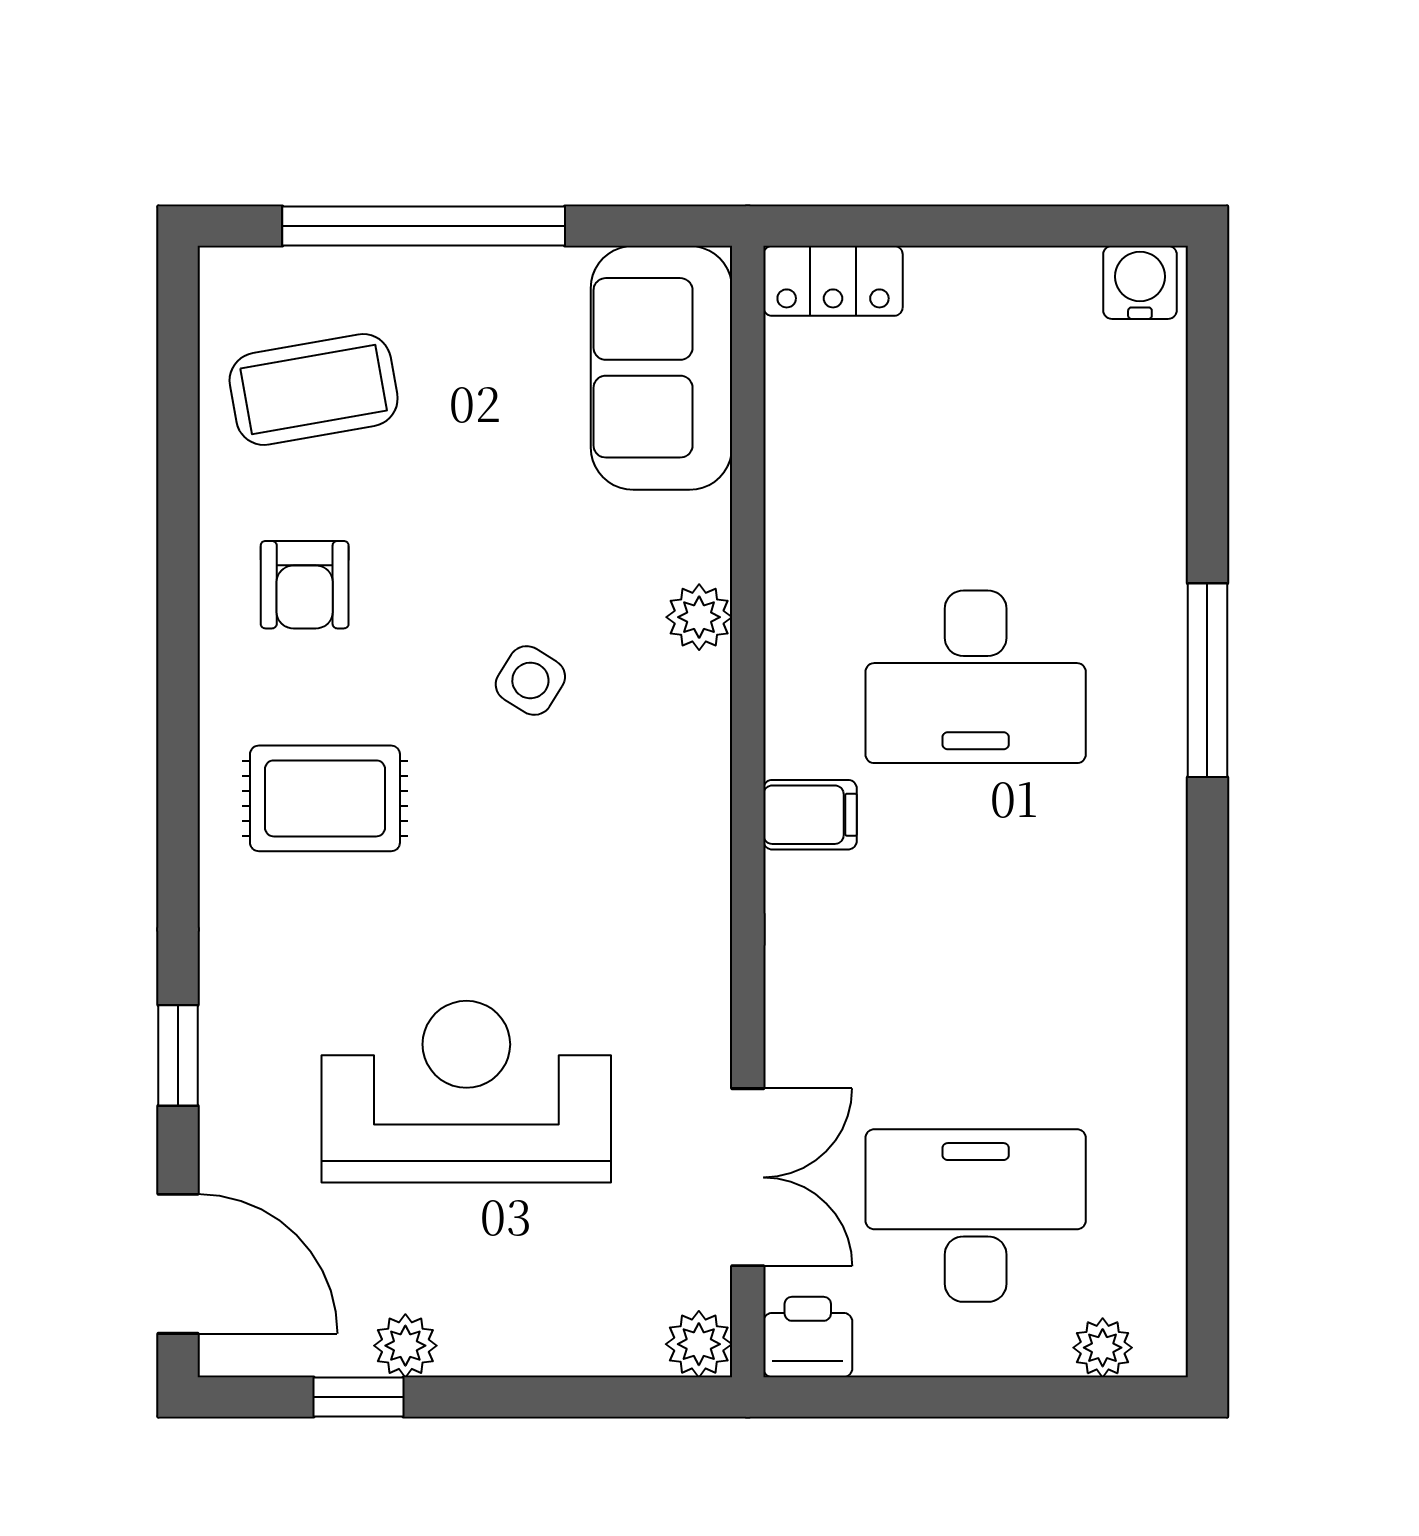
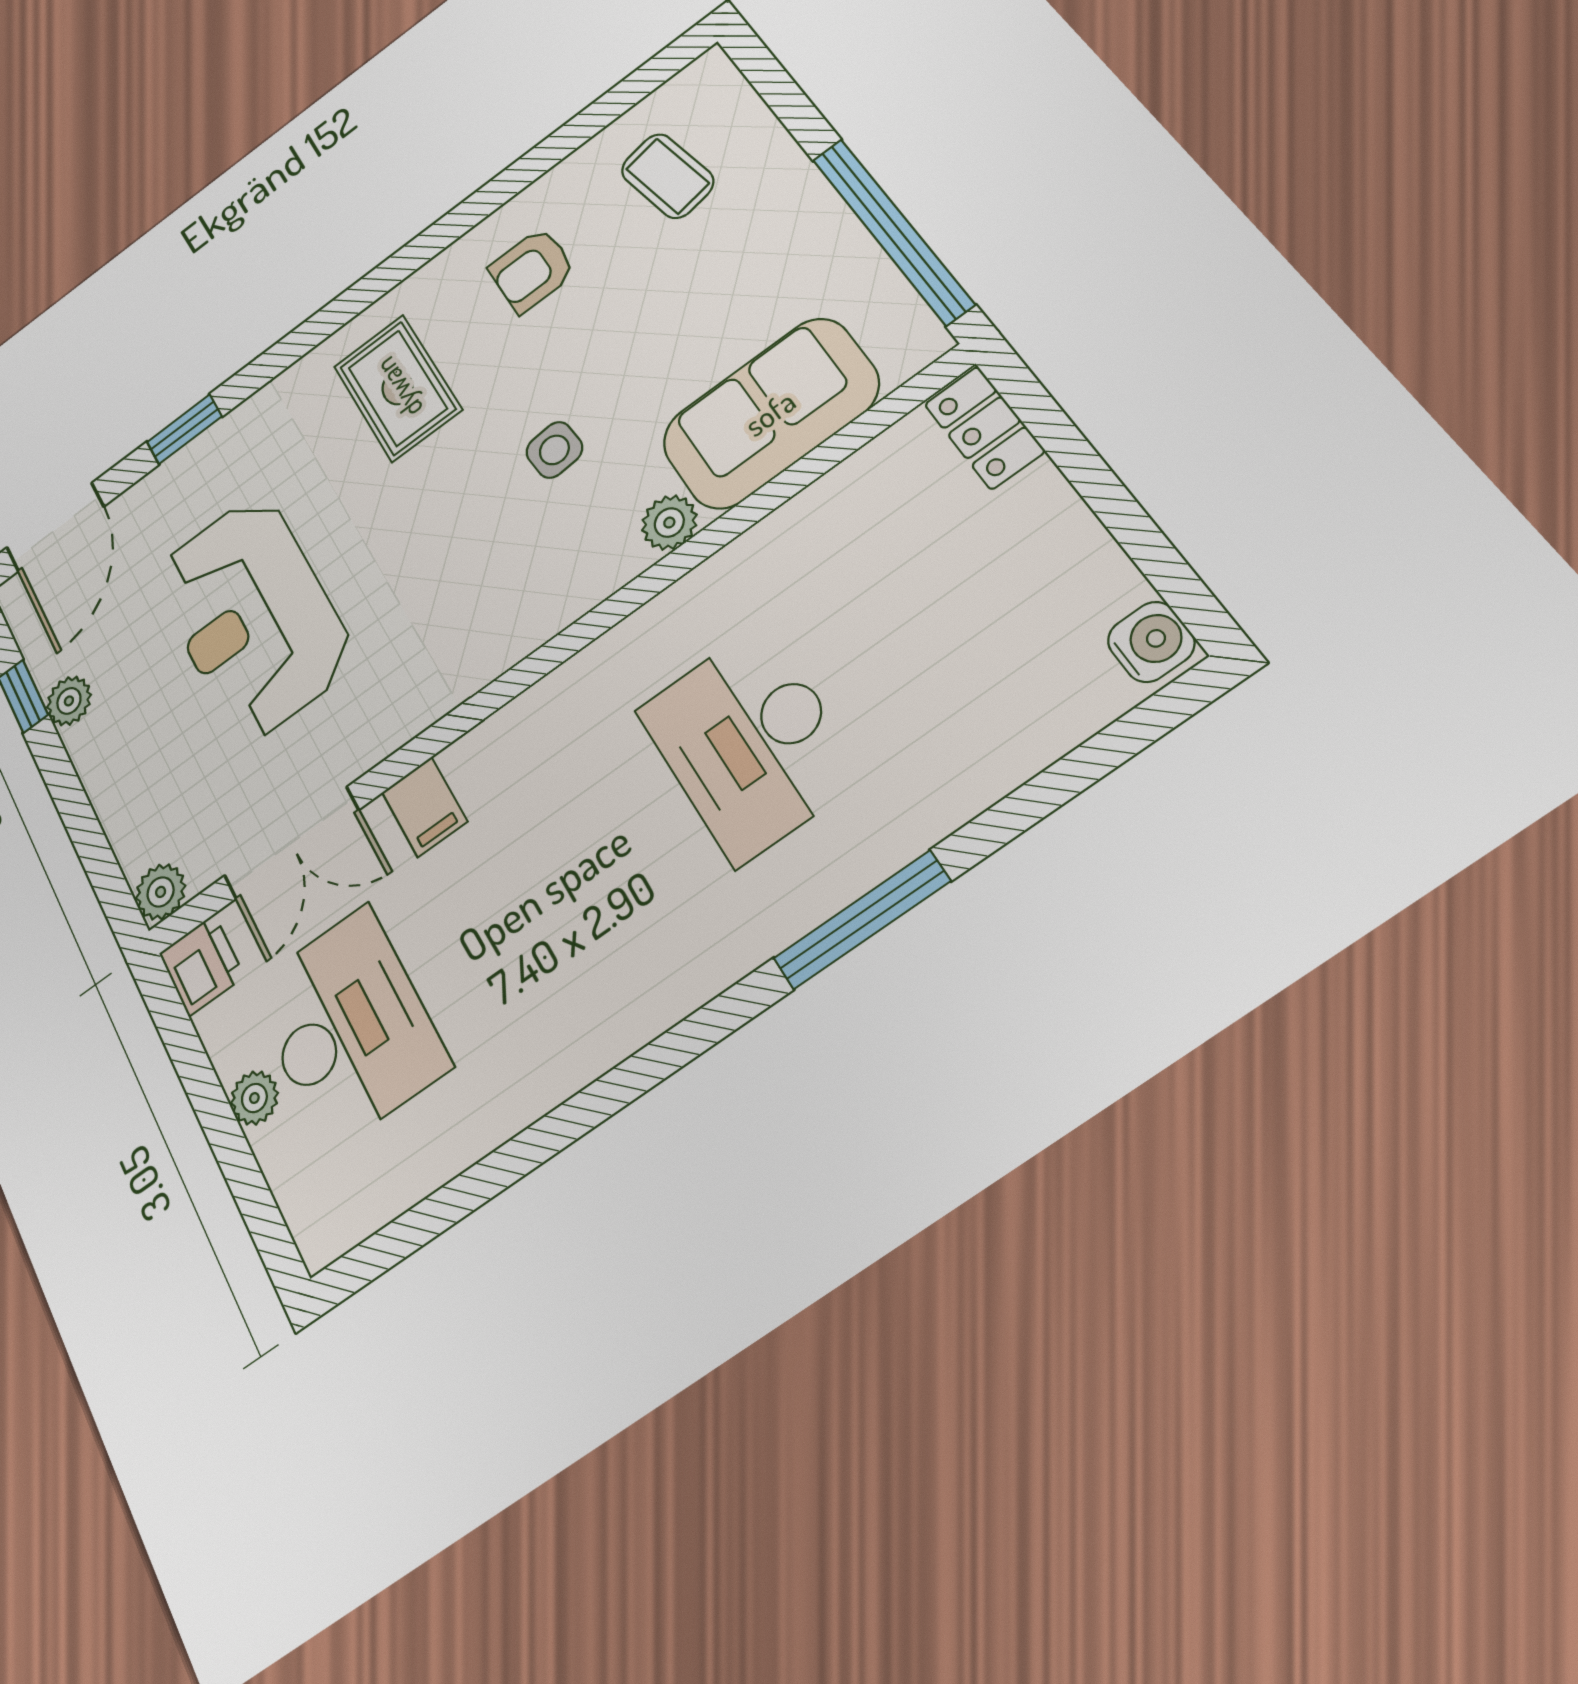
window: (424, 226) -> (892, 231), moved
sofa: (661, 368) -> (770, 413), moved
coffee table: (314, 390) -> (667, 176), width x0.73, depth x0.77
side table: (530, 680) -> (554, 450), turned -37
filing cabinet: (810, 815) -> (425, 807), moved
reception desk: (466, 1092) -> (253, 616), turned 180
plant: (1103, 1348) -> (254, 1098), moved

